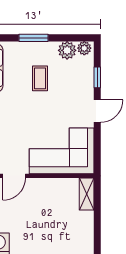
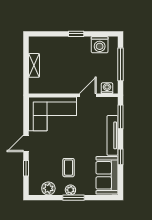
plant: (84, 48) -> (70, 190), moved
shelving: (87, 194) -> (34, 65), moved

